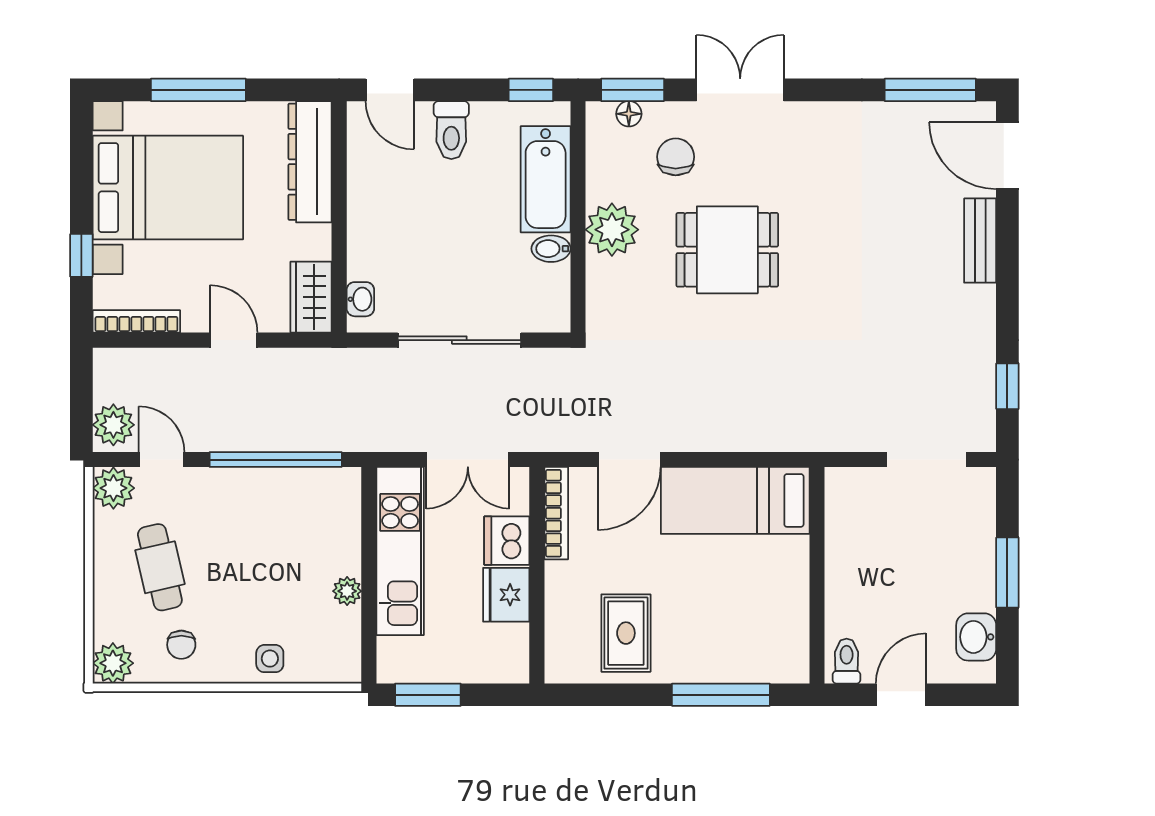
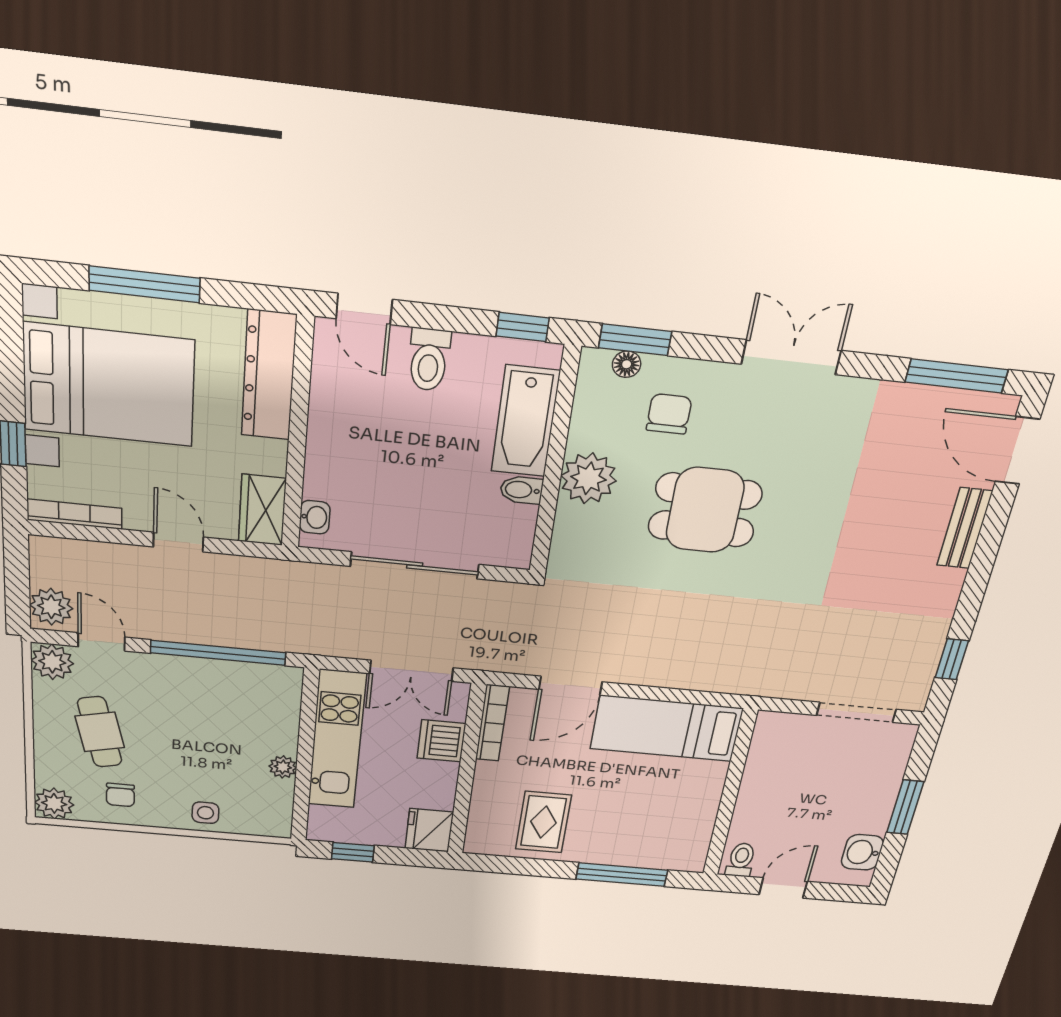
double door: (740, 90) -> (791, 357), moved
fridge: (506, 595) -> (429, 830), moved
window: (428, 695) -> (353, 852), width x0.67

